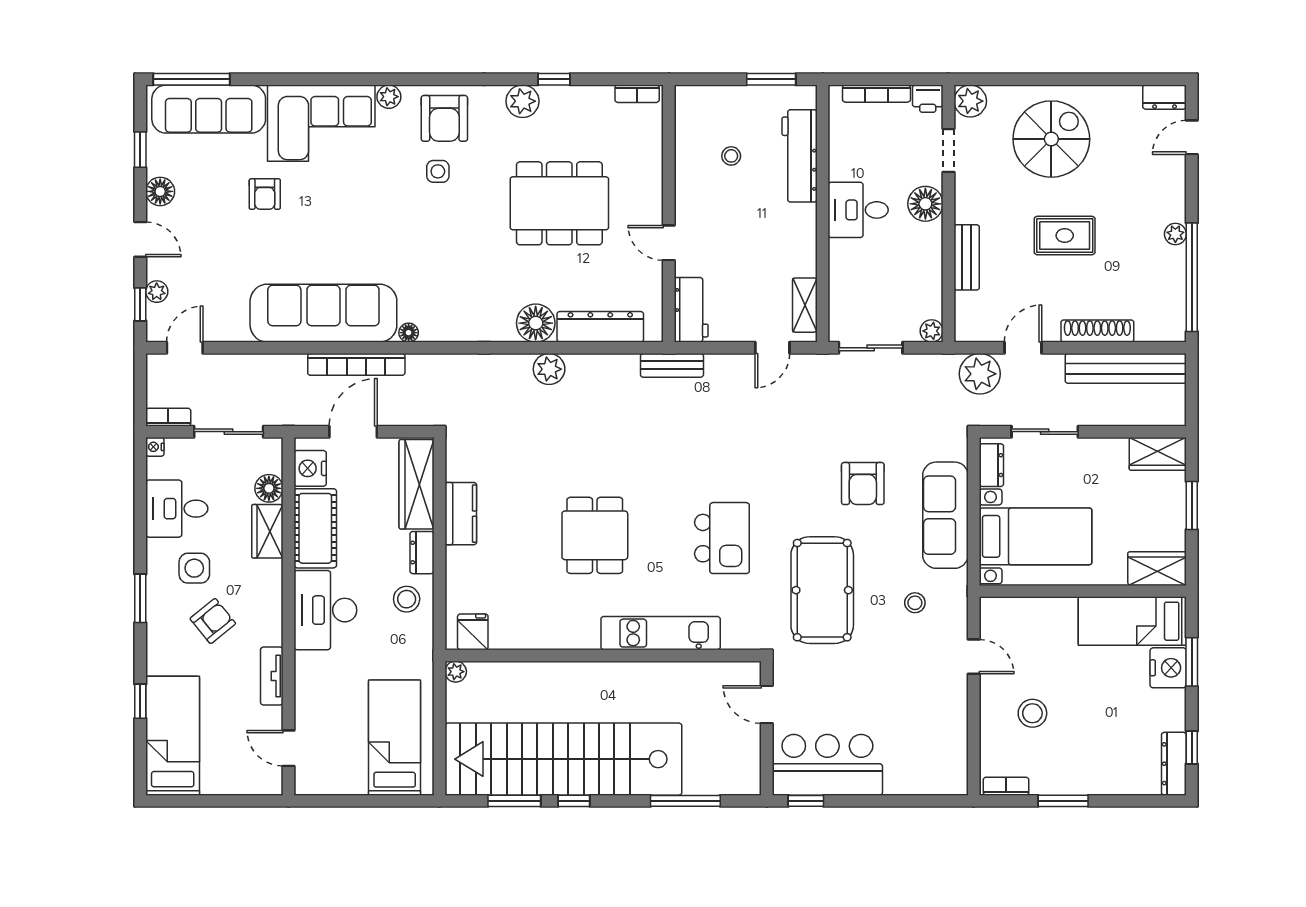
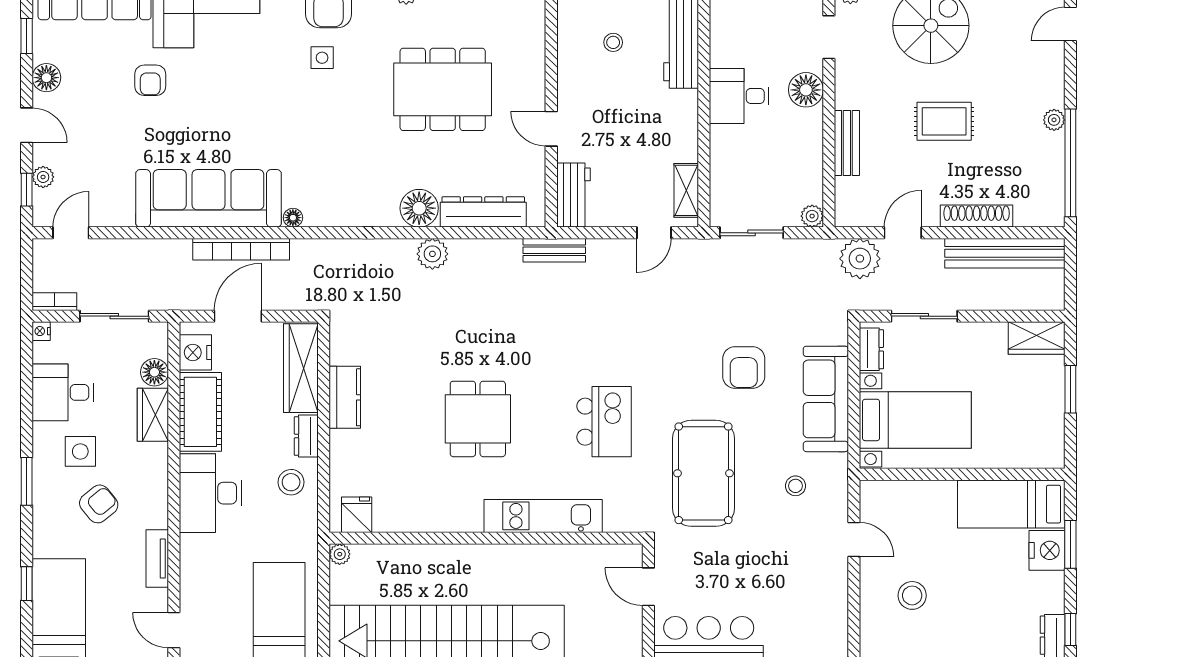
wardrobe: (1157, 569) -> (1036, 452), removed

